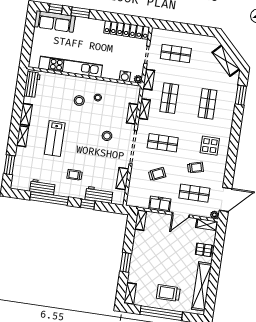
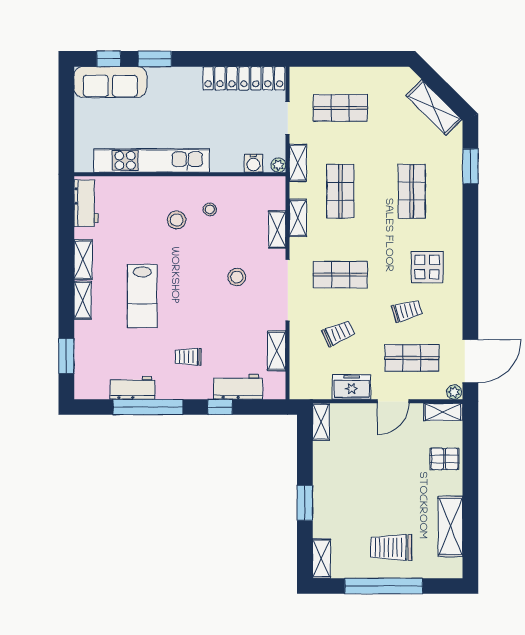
shelving: (202, 286) -> (451, 526), width x0.68

